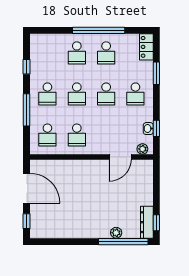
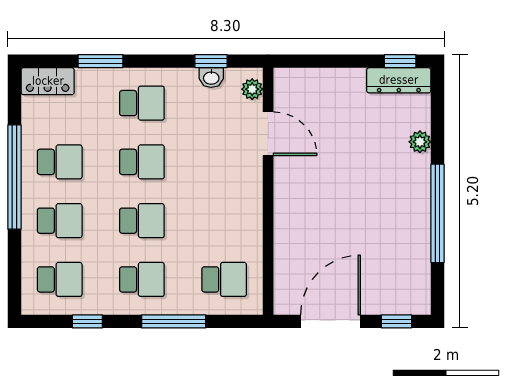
school desk: (77, 135) -> (60, 279), moved
window: (123, 242) -> (438, 213), moved

